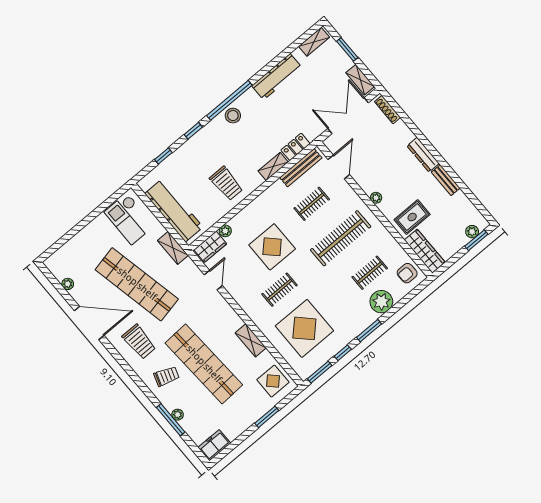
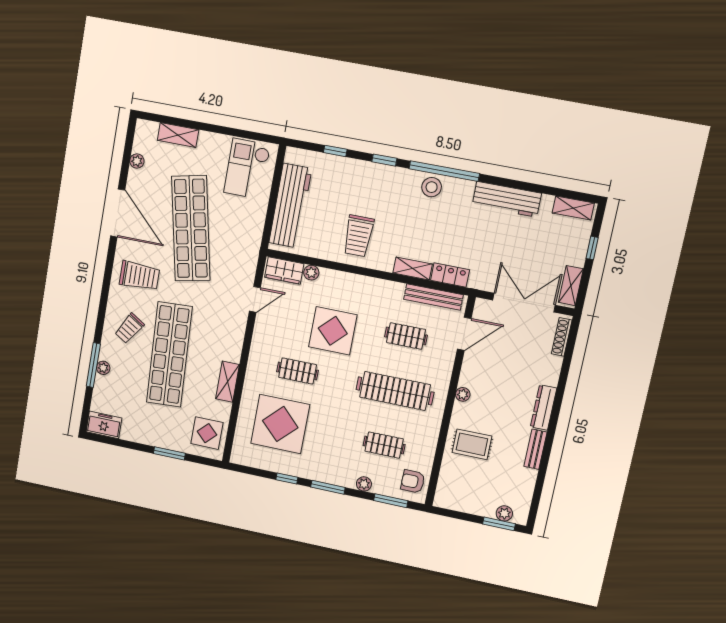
window: (347, 49) -> (592, 248), width x0.67
shelving: (173, 248) -> (178, 135), moved, turned 90
wardrobe: (425, 251) -> (448, 482), removed
plant: (381, 302) -> (364, 484), width x0.53, depth x0.53
trolley: (139, 342) -> (139, 276), turned -90
window: (320, 372) -> (391, 501), moved
trolley: (166, 376) -> (129, 328), turned 103

